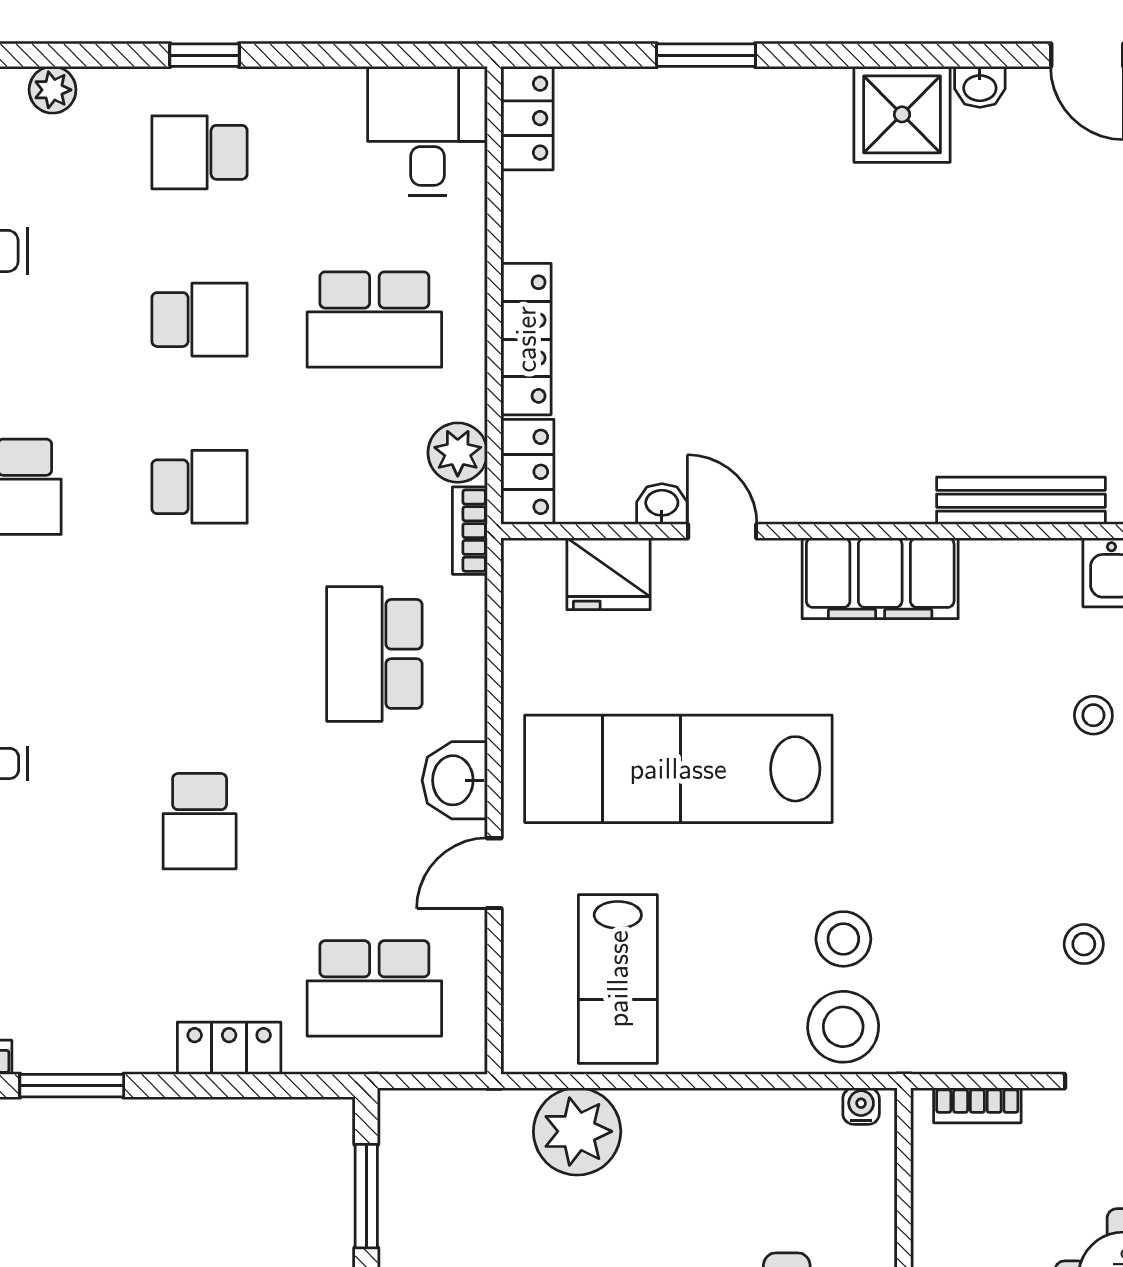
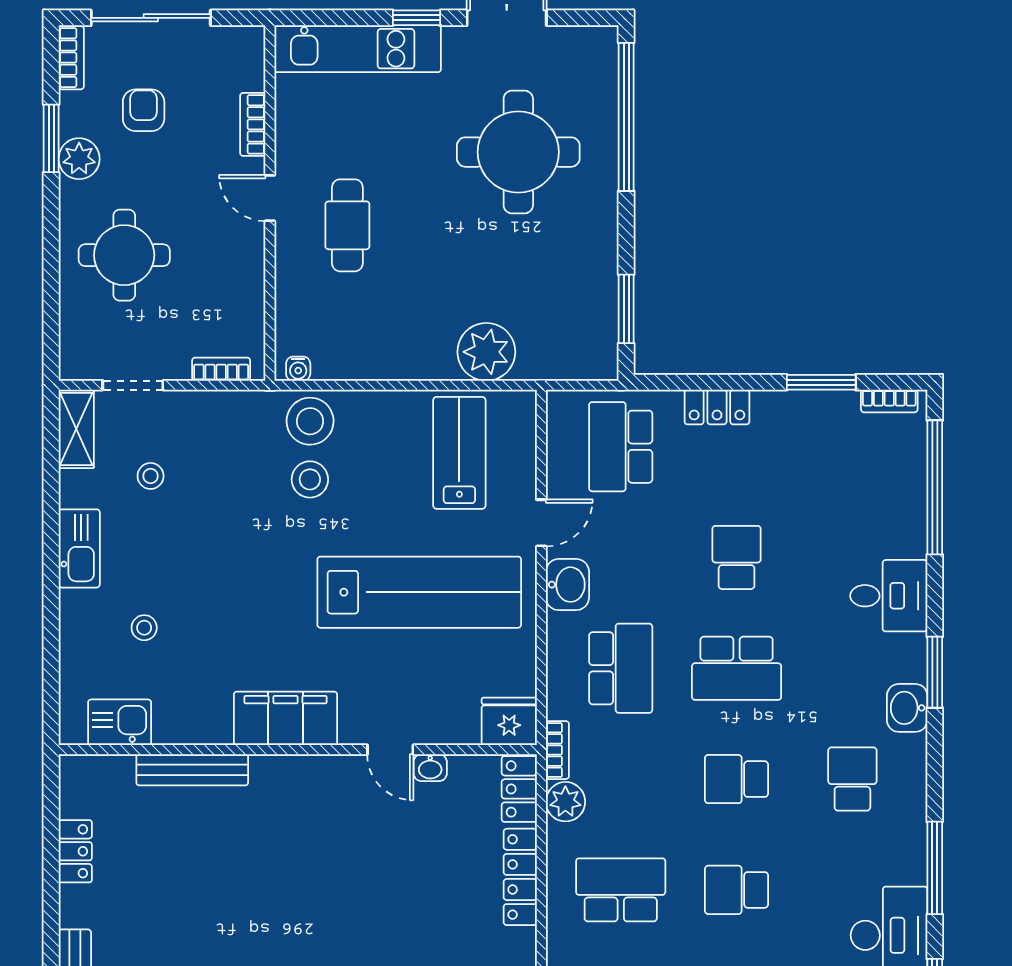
fridge: (609, 574) -> (509, 721), moved
school desk: (200, 654) -> (737, 668), added
school desk: (374, 988) -> (621, 447), turned -90

